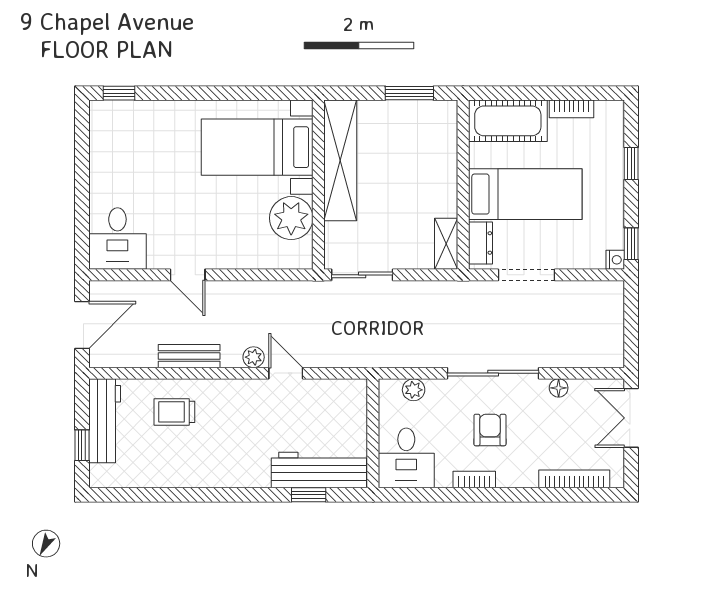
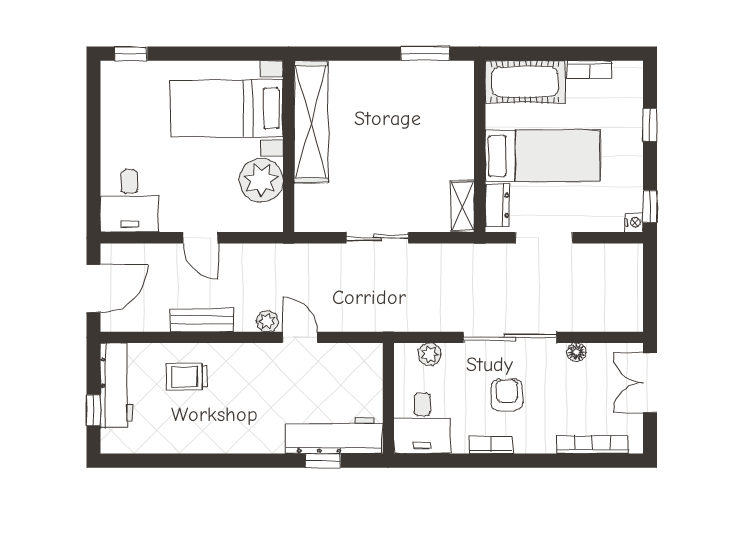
bed with nightstands: (257, 147) -> (227, 108), moved
shelving: (340, 160) -> (311, 122), moved
wall: (318, 185) -> (289, 146), moved
plant: (291, 218) -> (261, 180), moved

